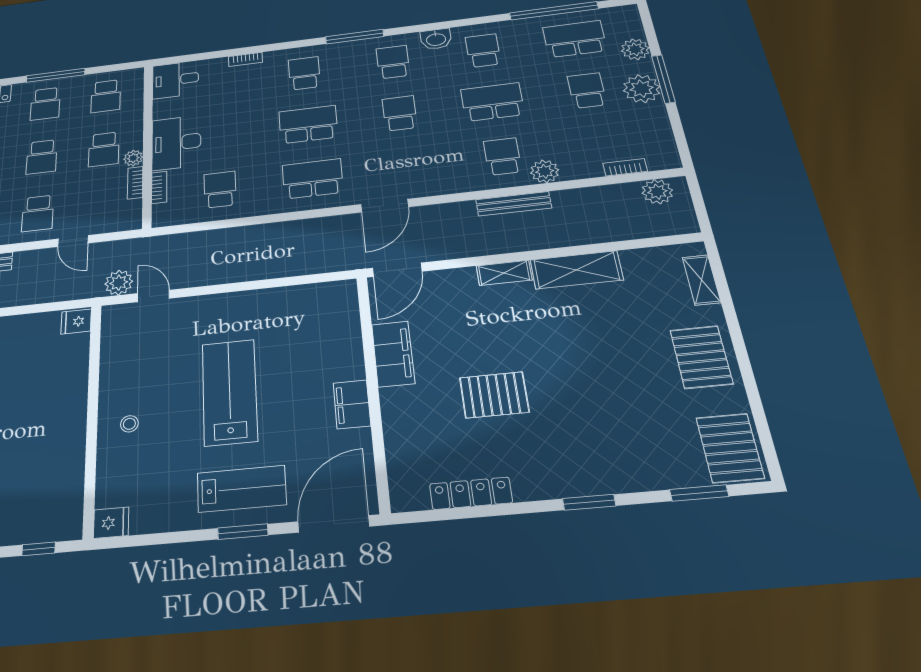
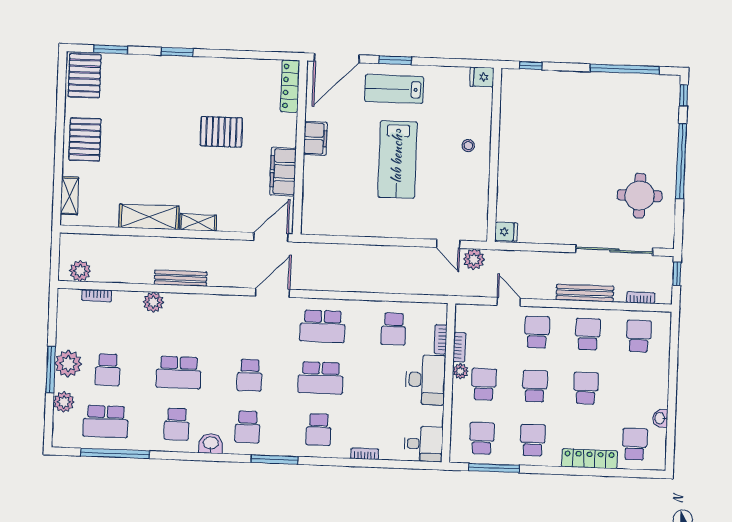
window: (56, 75) -> (494, 468), moved
school desk: (503, 157) -> (181, 321), removed
locker: (471, 493) -> (290, 86), moved, turned 90

